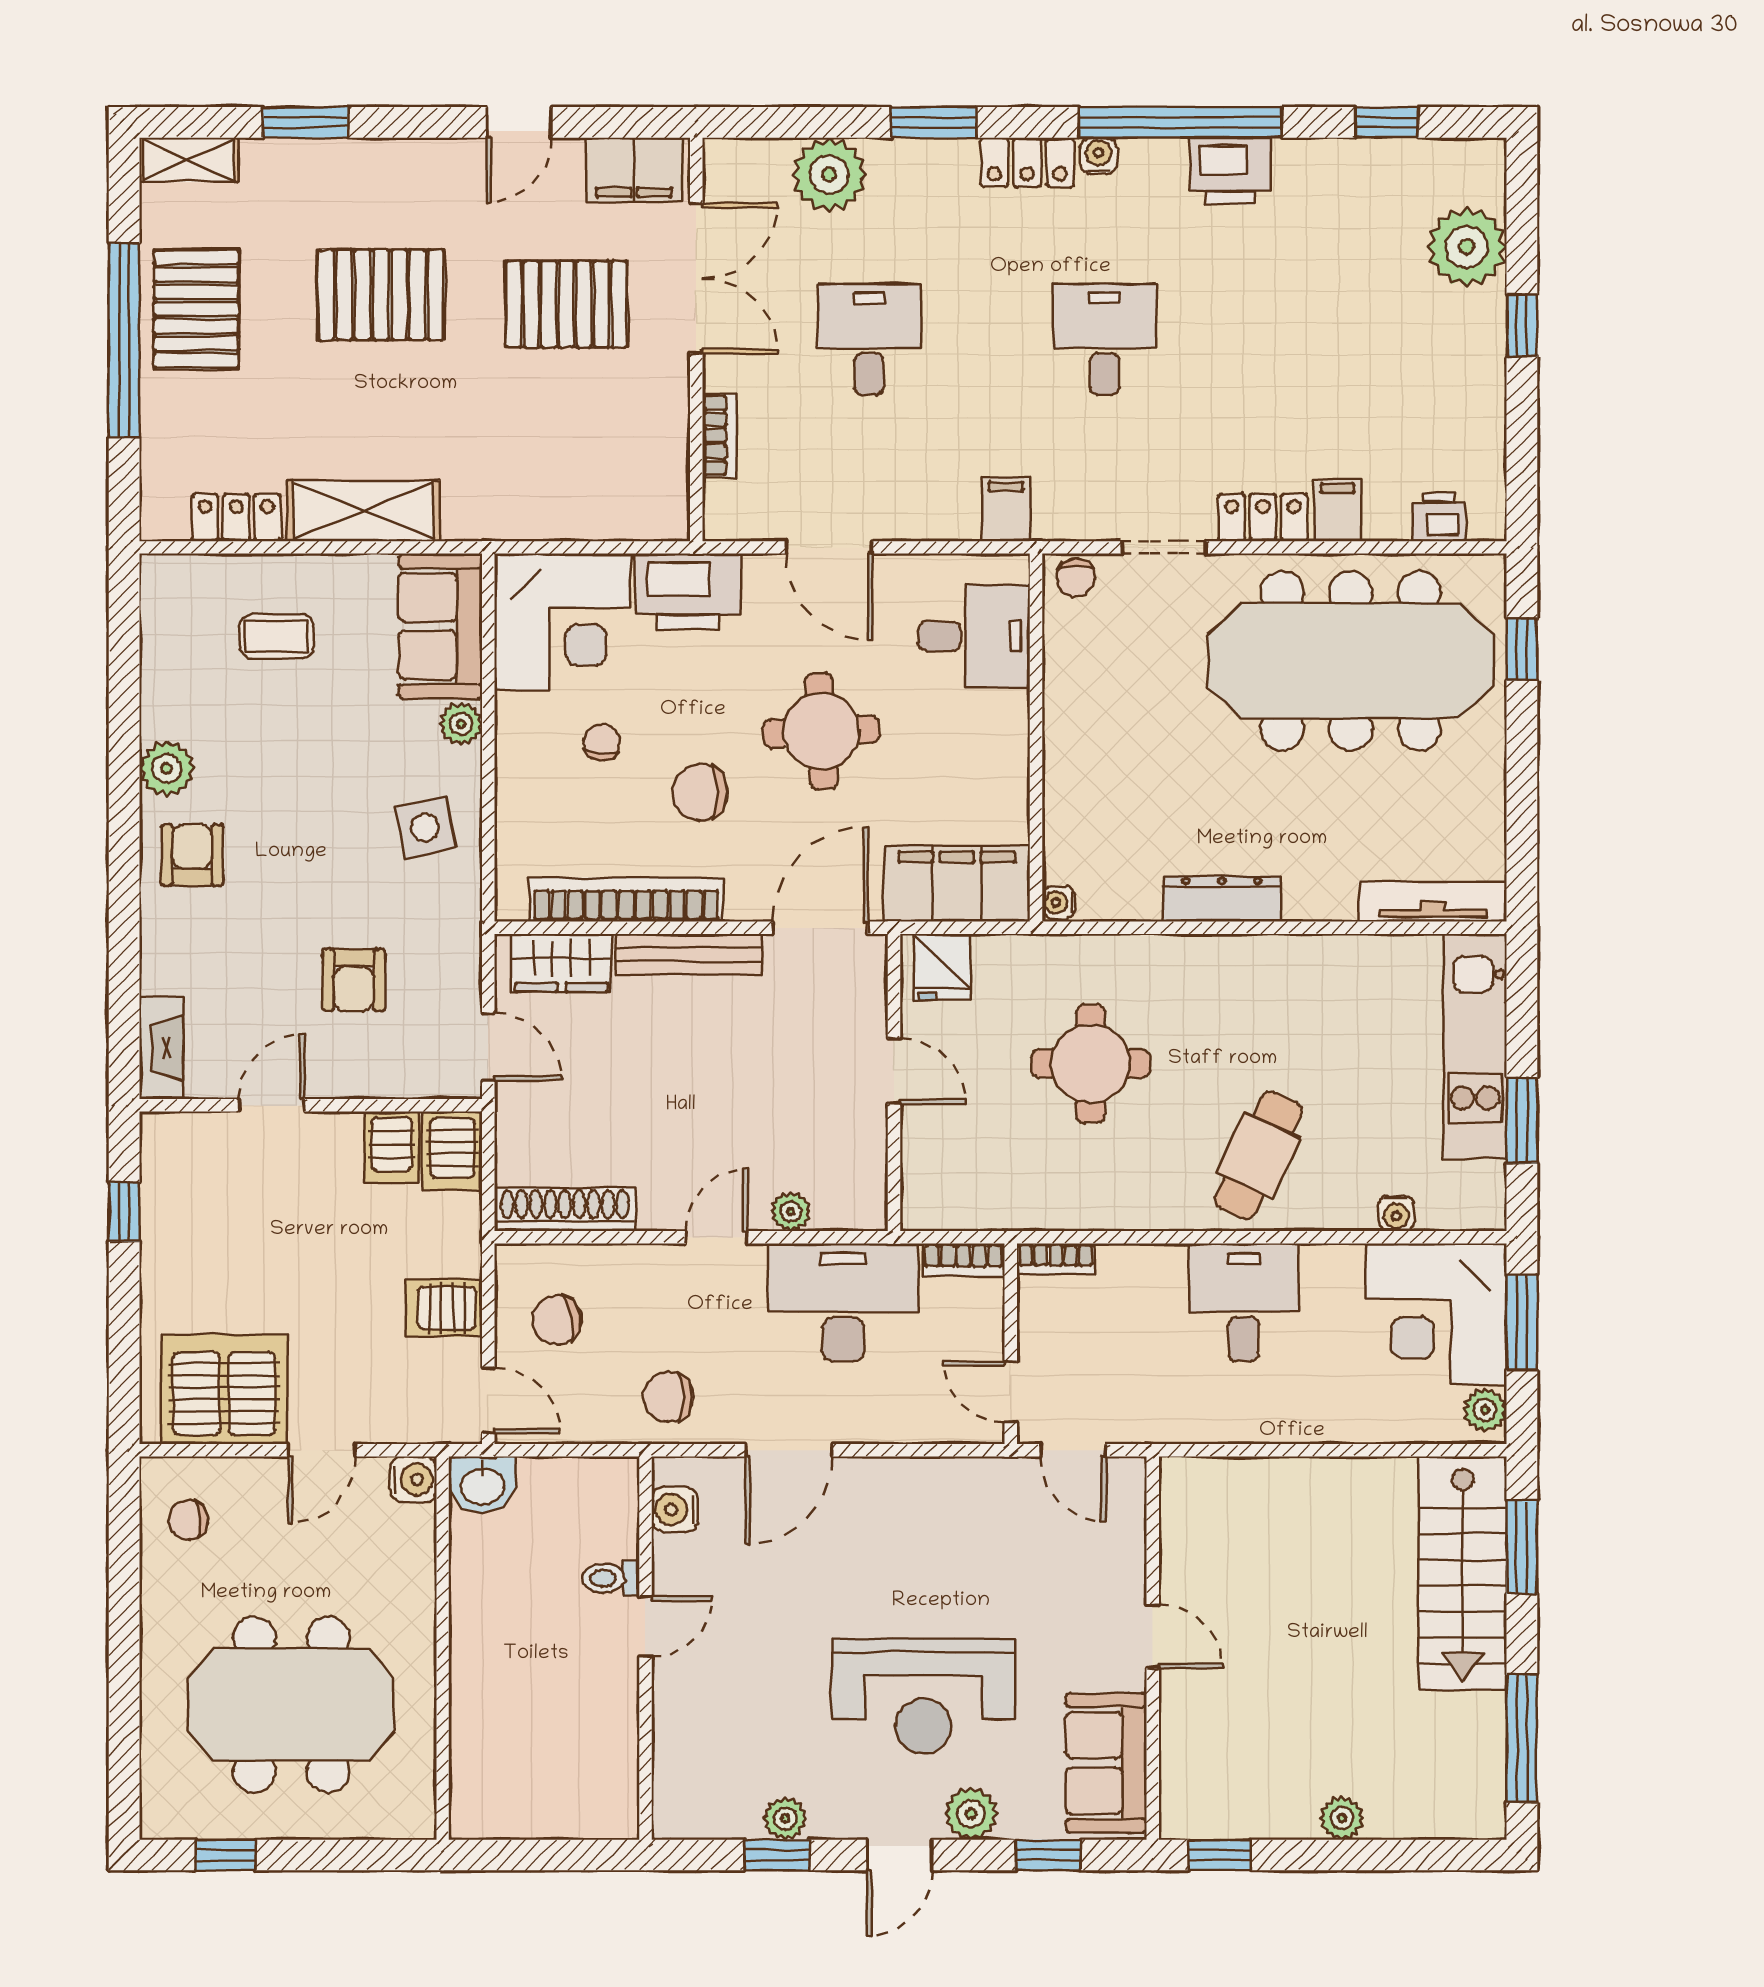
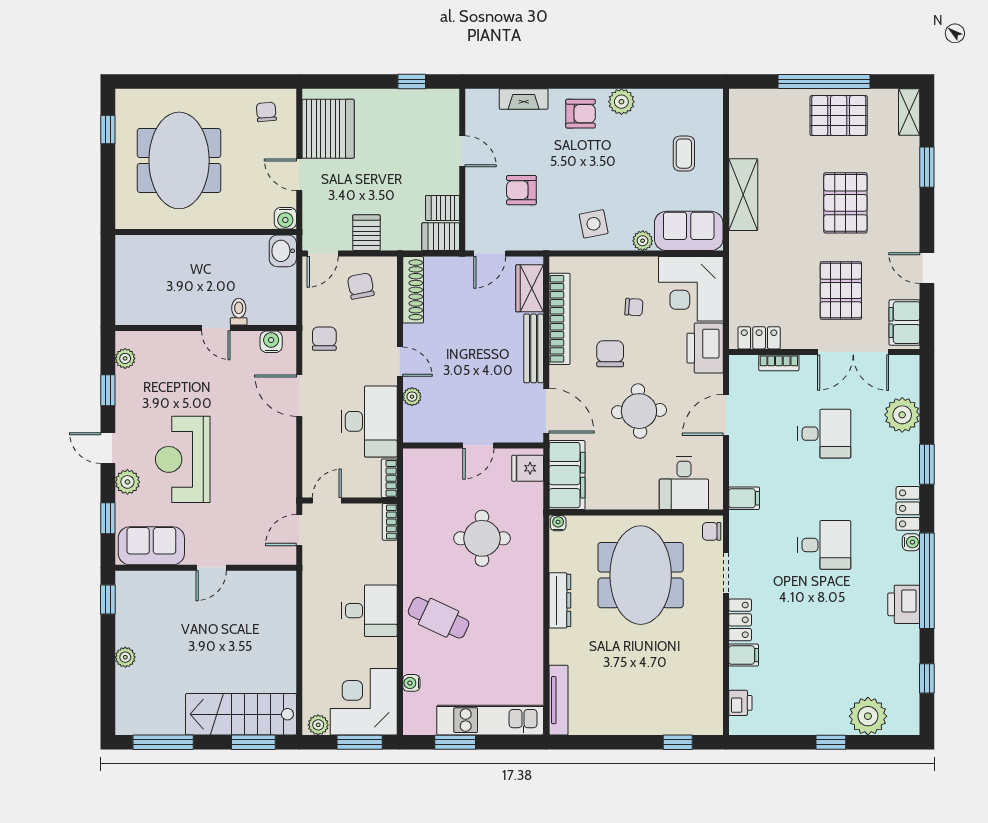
locker: (236, 518) -> (759, 338), moved, turned -90
meeting table: (1351, 661) -> (641, 575), moved, width x0.73
fireplace: (161, 1048) -> (524, 99), moved
plant: (785, 1818) -> (125, 358), moved

